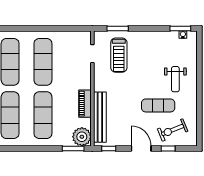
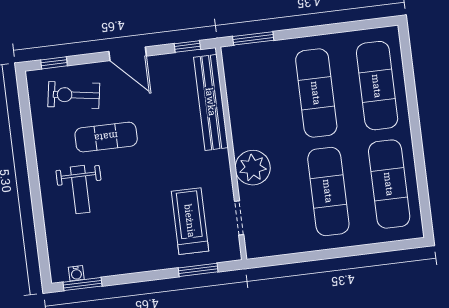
weight bench: (175, 79) -> (80, 190), turned 180
piano: (85, 104) -> (241, 124), removed
exercise bike: (173, 130) -> (74, 95), turned -149
plant: (82, 137) -> (253, 168), moved
window: (168, 148) -> (54, 63), moved

